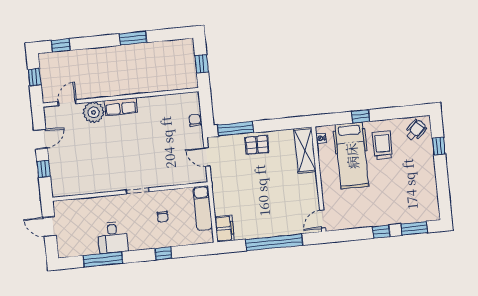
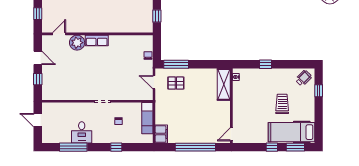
door: (41, 139) -> (38, 58), hinge flipped
pallet: (257, 145) -> (176, 83), moved
trolley: (383, 145) -> (282, 104), moved
hospital bed: (352, 156) -> (291, 132), moved, turned 90

